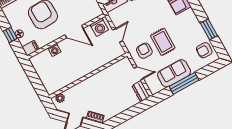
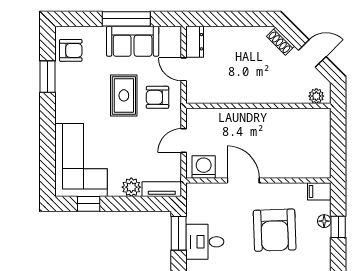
washing machine: (54, 50) -> (286, 170), removed
armchair: (144, 51) -> (157, 97), turned 90

